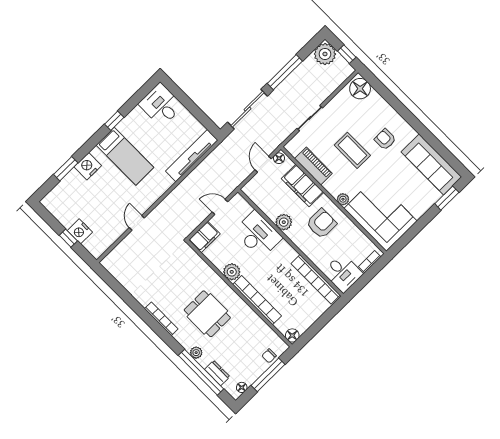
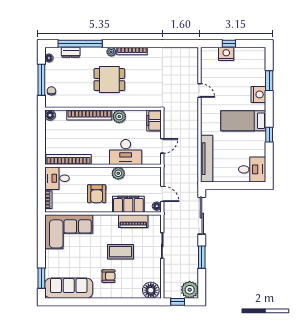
window: (285, 72) -> (202, 257), width x0.69
plant: (343, 199) -> (98, 219), removed
plant: (196, 353) -> (111, 52), moved

